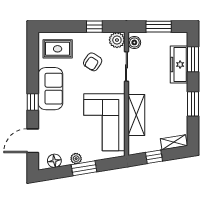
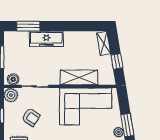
freezer: (179, 64) -> (46, 39), moved
window: (193, 104) -> (69, 26), removed

